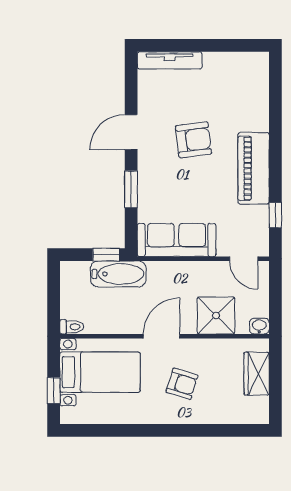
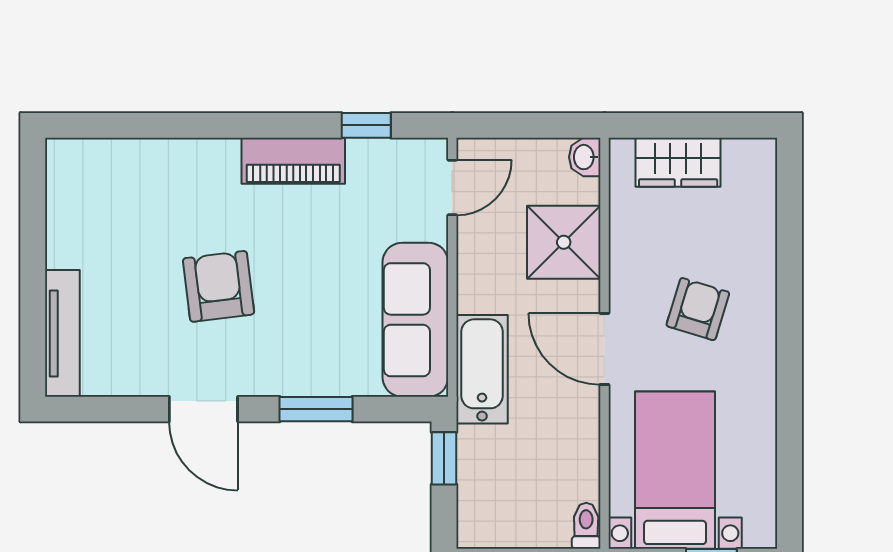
piano: (254, 168) -> (293, 161), width x0.73, depth x0.75
bathtub: (118, 274) -> (482, 369), moved

